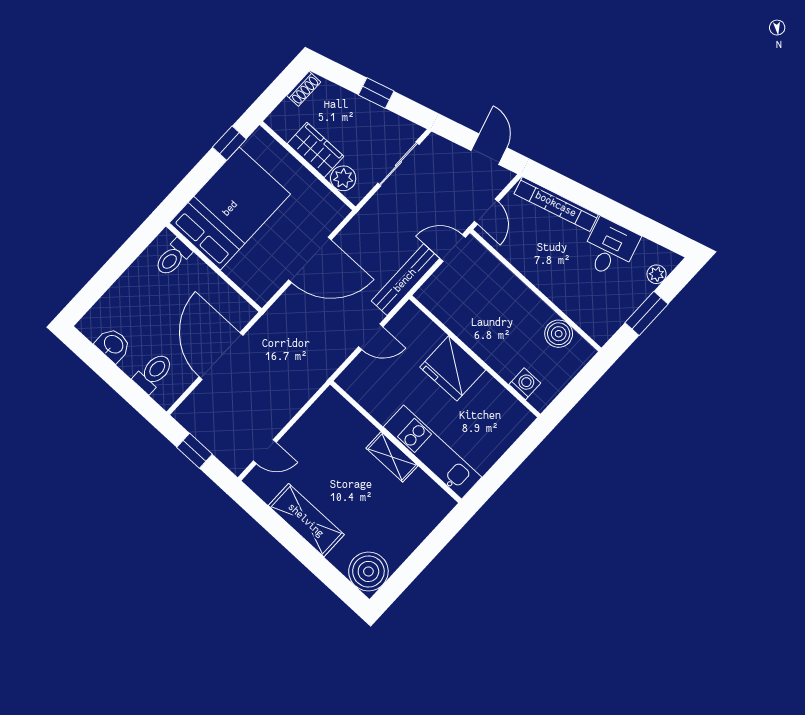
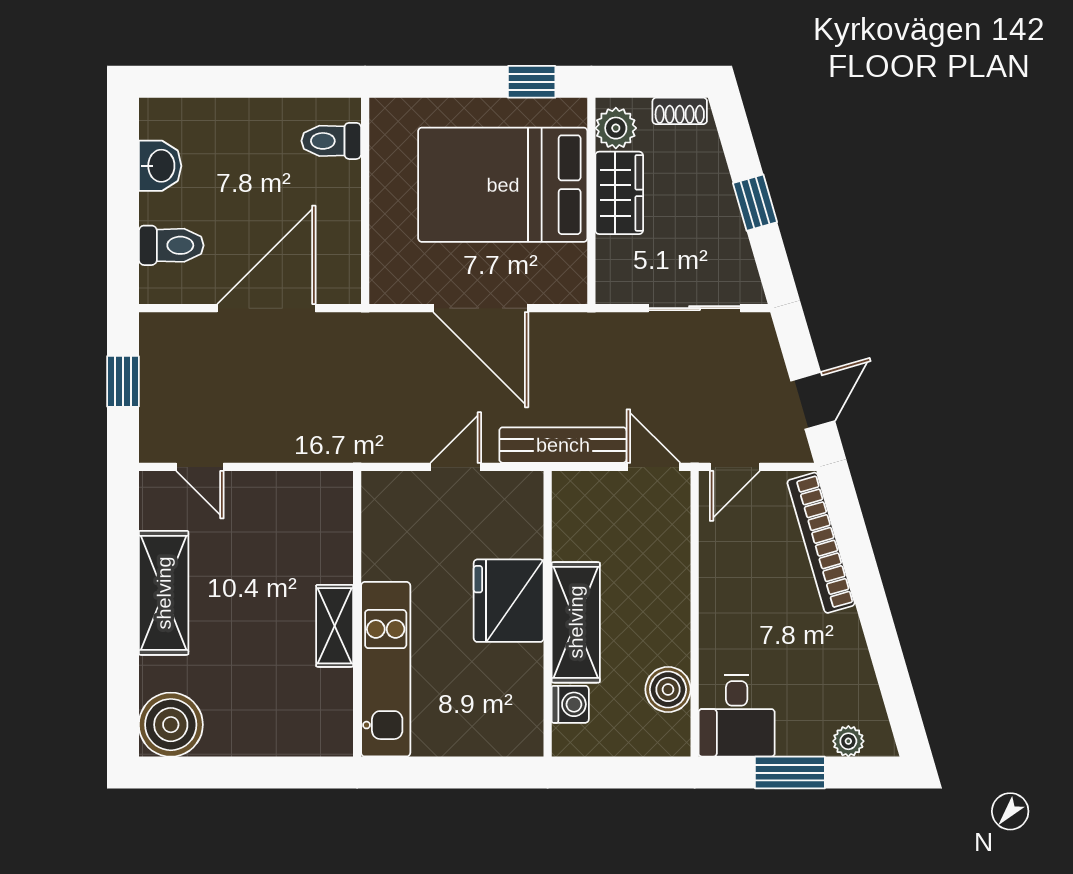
plant: (343, 178) -> (616, 128), moved
bed: (230, 208) -> (503, 185), moved, turned 180
desk: (610, 248) -> (737, 716), moved, turned 106
door: (371, 337) -> (456, 467), swing flipped
shelving: (490, 347) -> (576, 622), added

